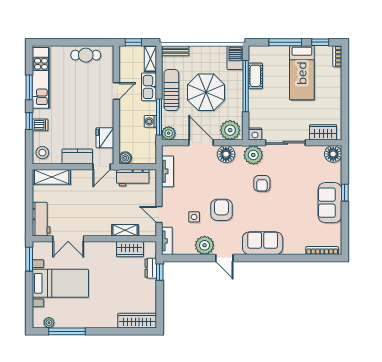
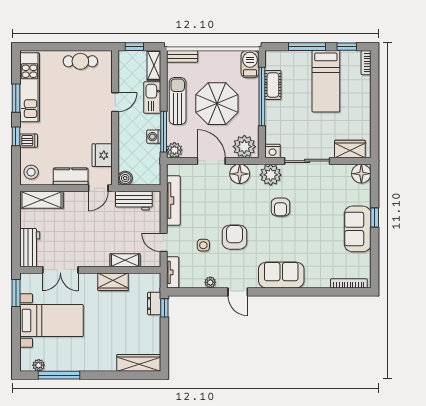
tv unit: (168, 171) -> (173, 201), width x1.41
plant: (205, 245) -> (210, 282), width x0.53, depth x0.53
wardrobe: (130, 249) -> (113, 282), moved

